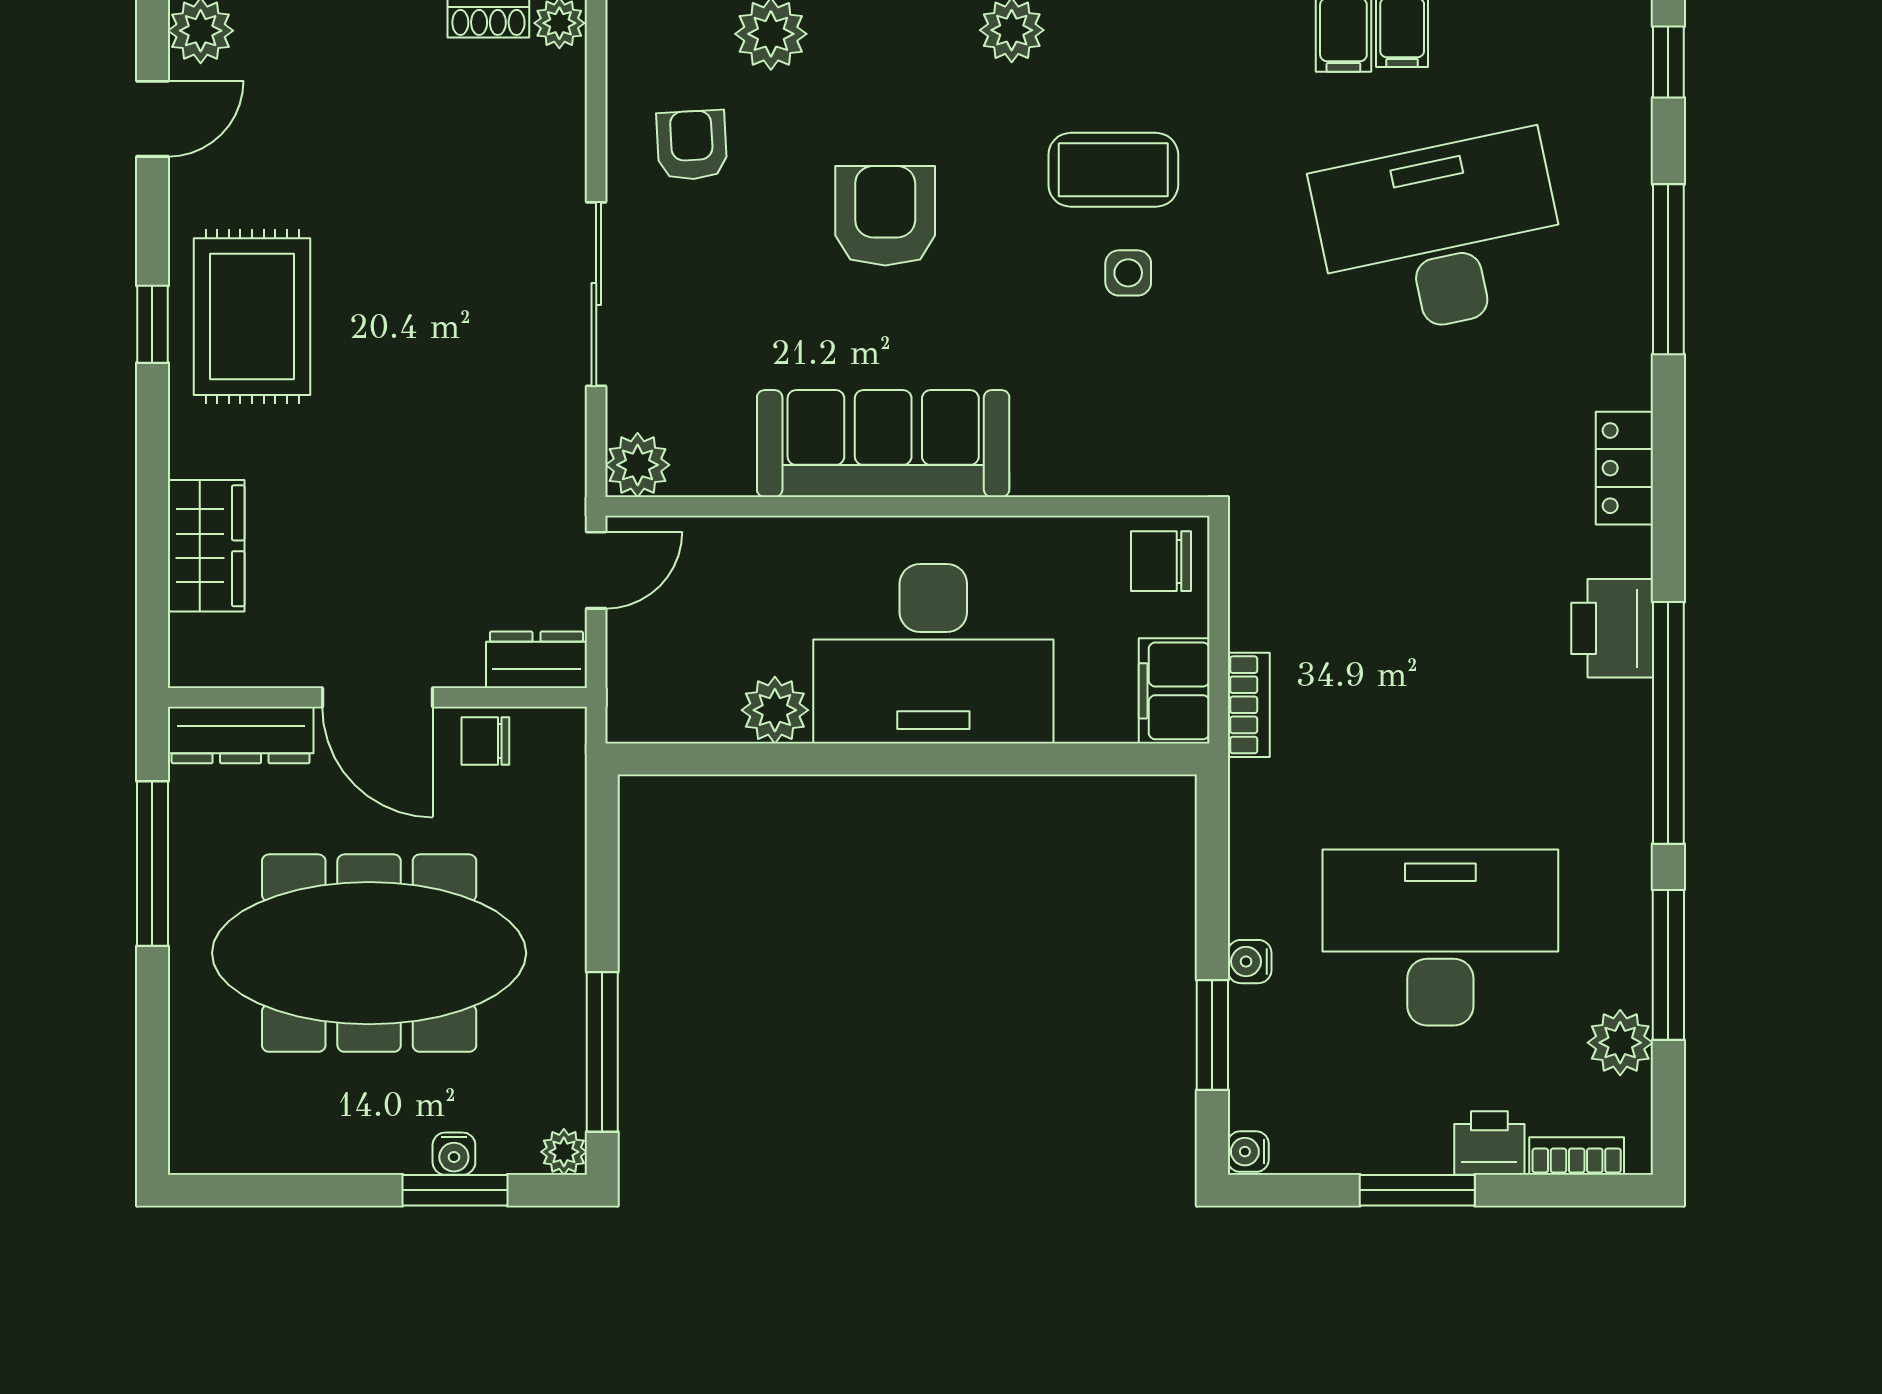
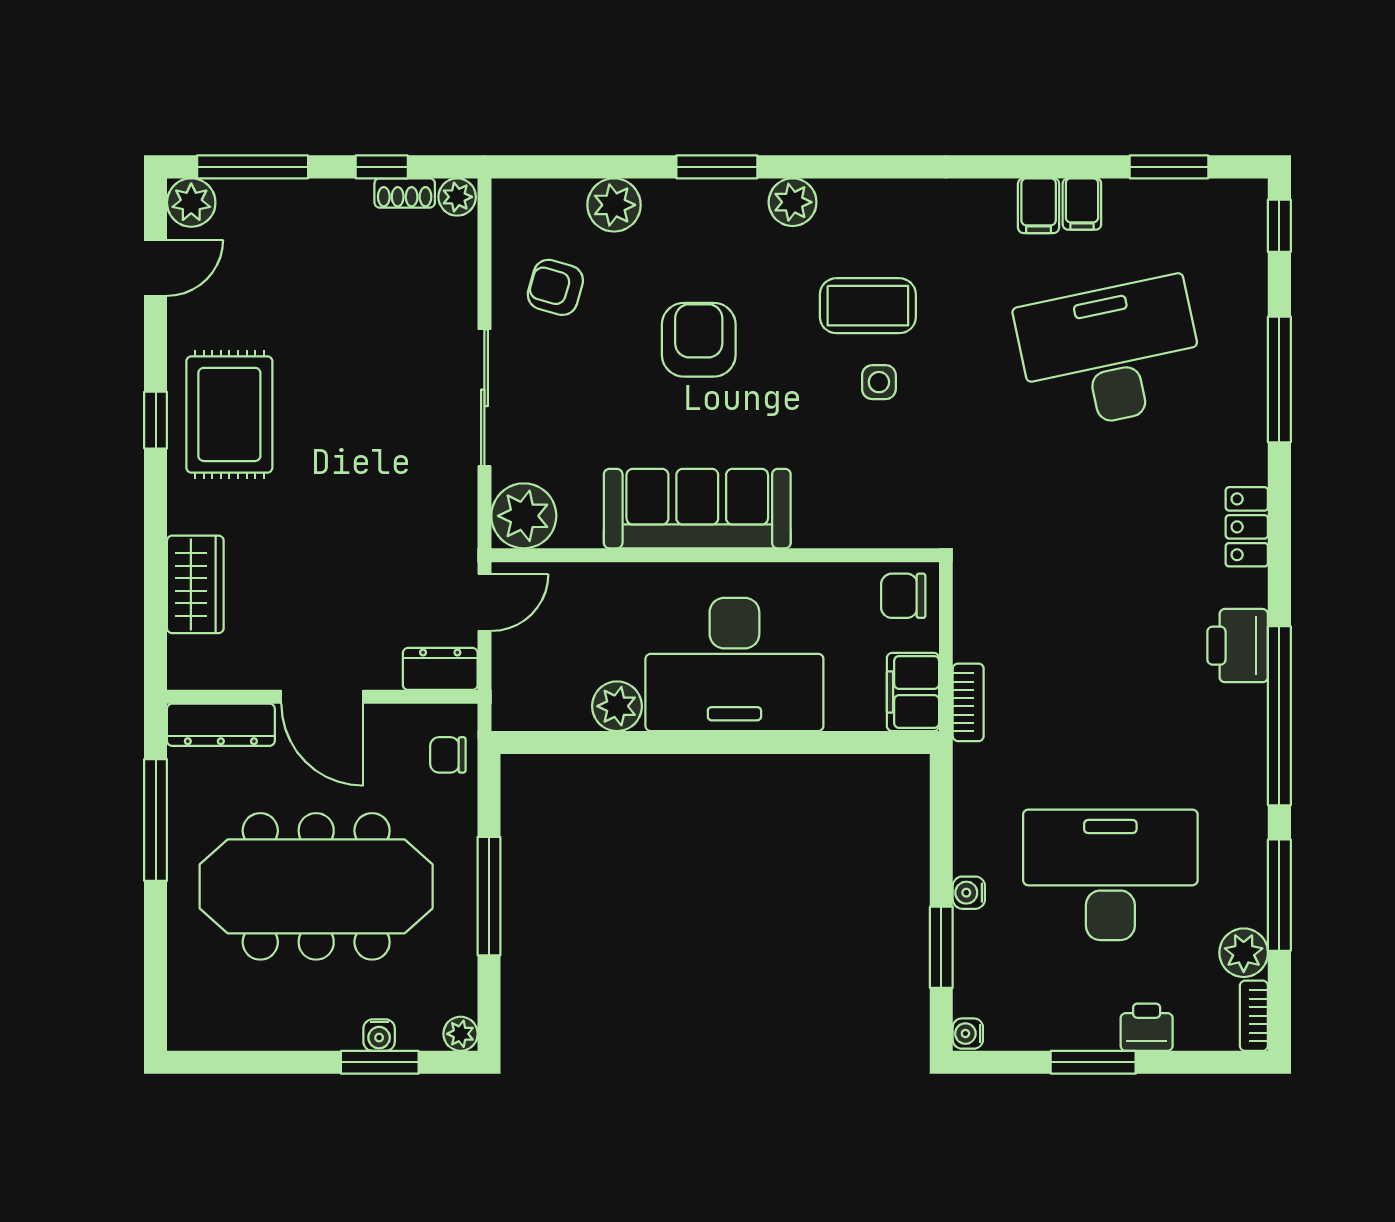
armchair: (692, 145) -> (555, 287), turned -71
plant: (638, 465) -> (524, 516), width x1.36, depth x1.36
chair: (485, 741) -> (448, 755), moved
window: (602, 1052) -> (489, 896), moved
bookcase: (1577, 1156) -> (1254, 1016), moved, turned -90

